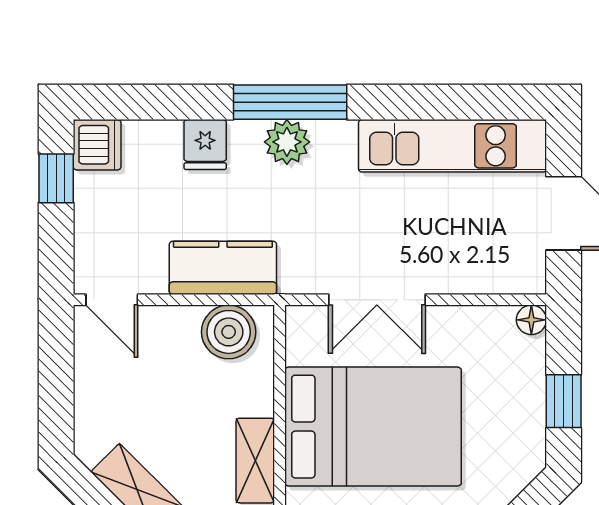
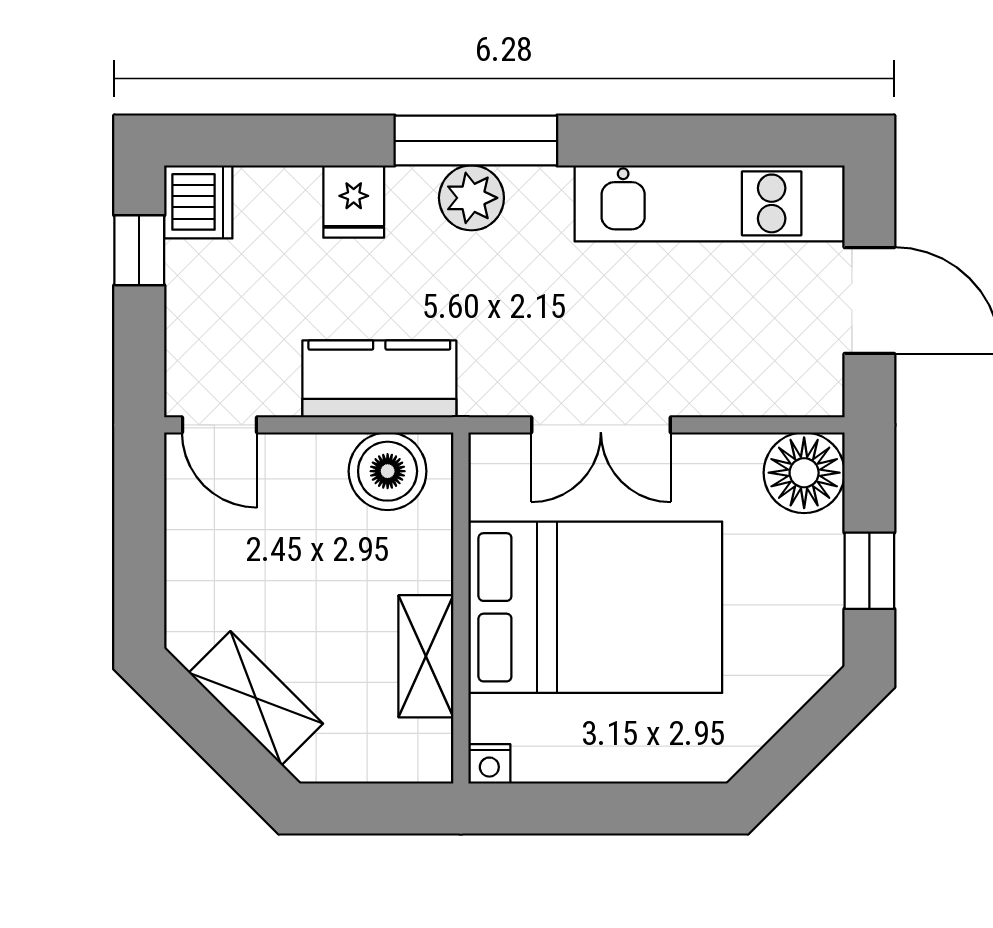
floor lamp: (531, 320) -> (804, 473), width x1.89, depth x1.89

